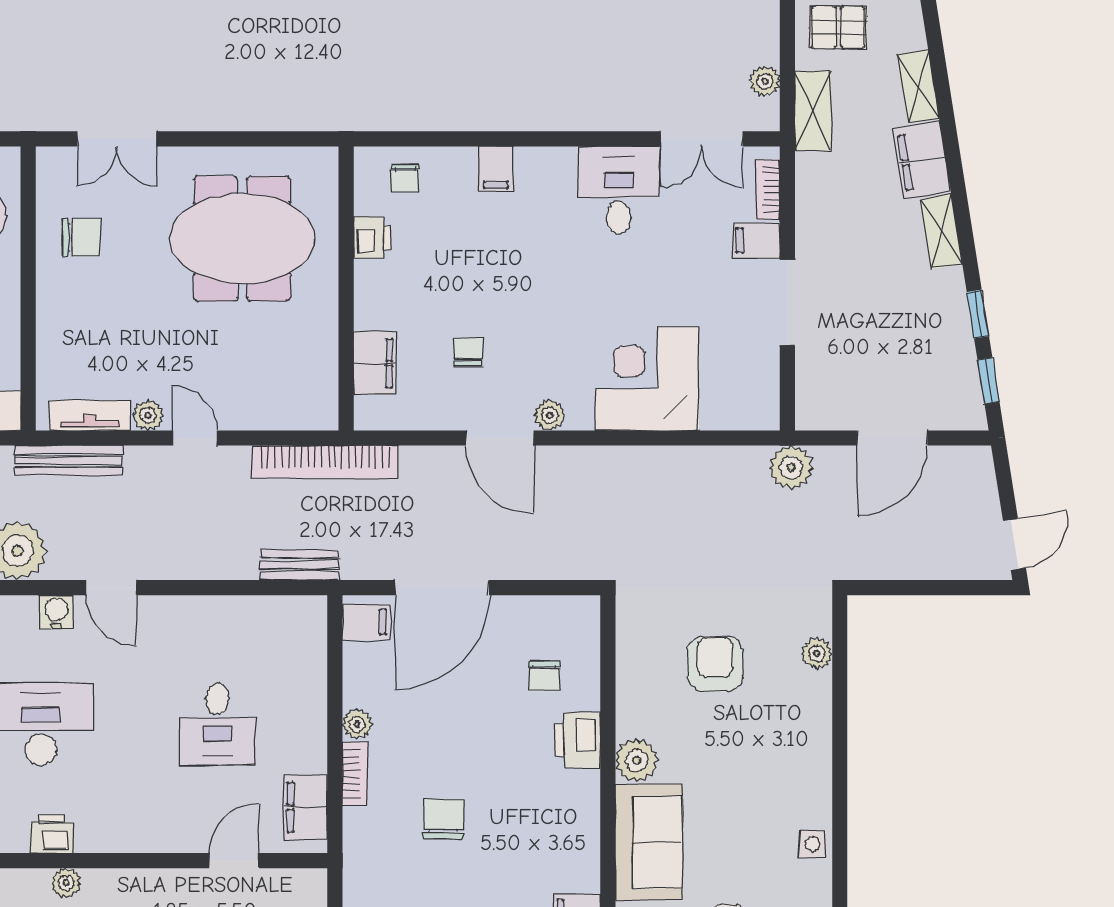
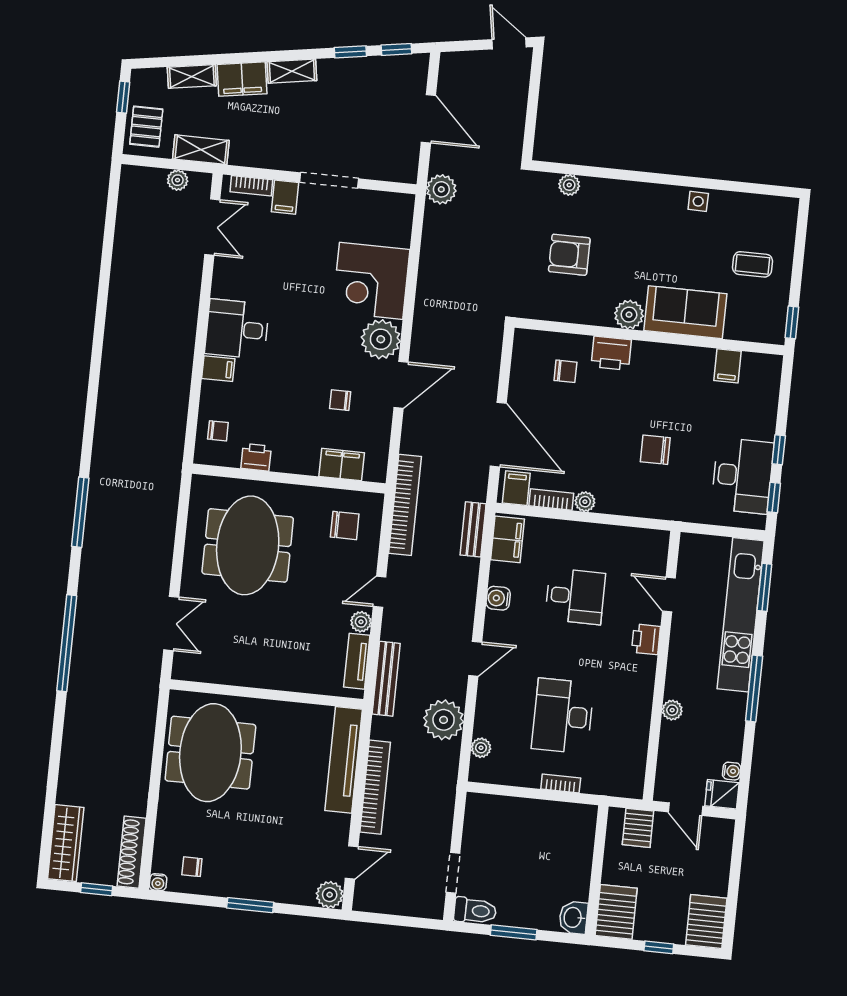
desk: (619, 190) -> (237, 329), moved
chair: (81, 237) -> (345, 525), moved, turned 90
plant: (550, 415) -> (381, 339), width x1.87, depth x1.87
water cooler: (56, 612) -> (498, 598), moved
bookcase: (355, 774) -> (551, 500), moved
filing cabinet: (306, 807) -> (507, 539), moved, turned -90
printer: (52, 834) -> (646, 639), moved

